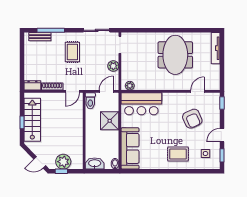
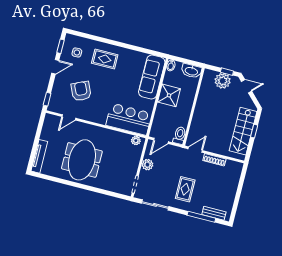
dresser: (32, 85) -> (234, 166), removed
shower: (110, 121) -> (169, 95), moved

